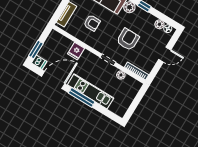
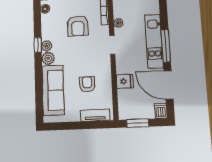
plant: (159, 24) -> (47, 46), moved
armchair: (128, 39) -> (78, 26), moved, turned -90
window: (36, 50) -> (138, 123), moved

